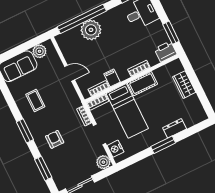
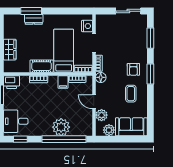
floor lamp: (75, 102) -> (101, 77), added
armchair: (55, 139) -> (133, 69), moved
window: (163, 145) -> (31, 11), moved
plant: (103, 162) -> (102, 115), moved

